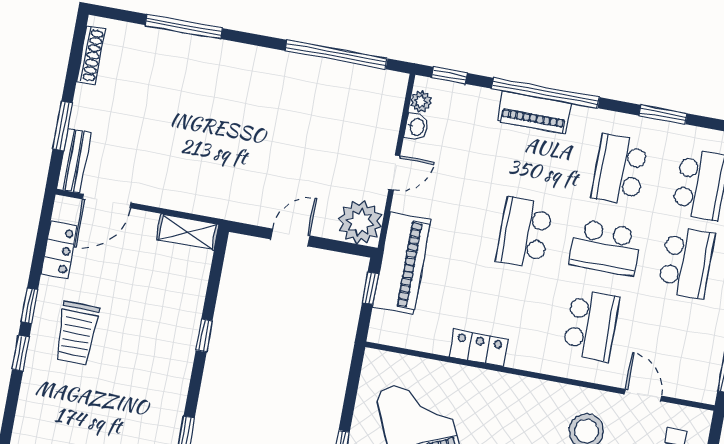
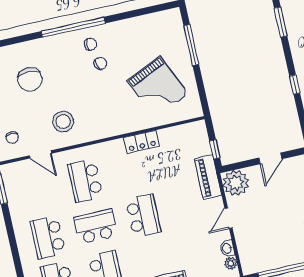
piano: (402, 263) -> (208, 177), width x0.73, depth x0.75

